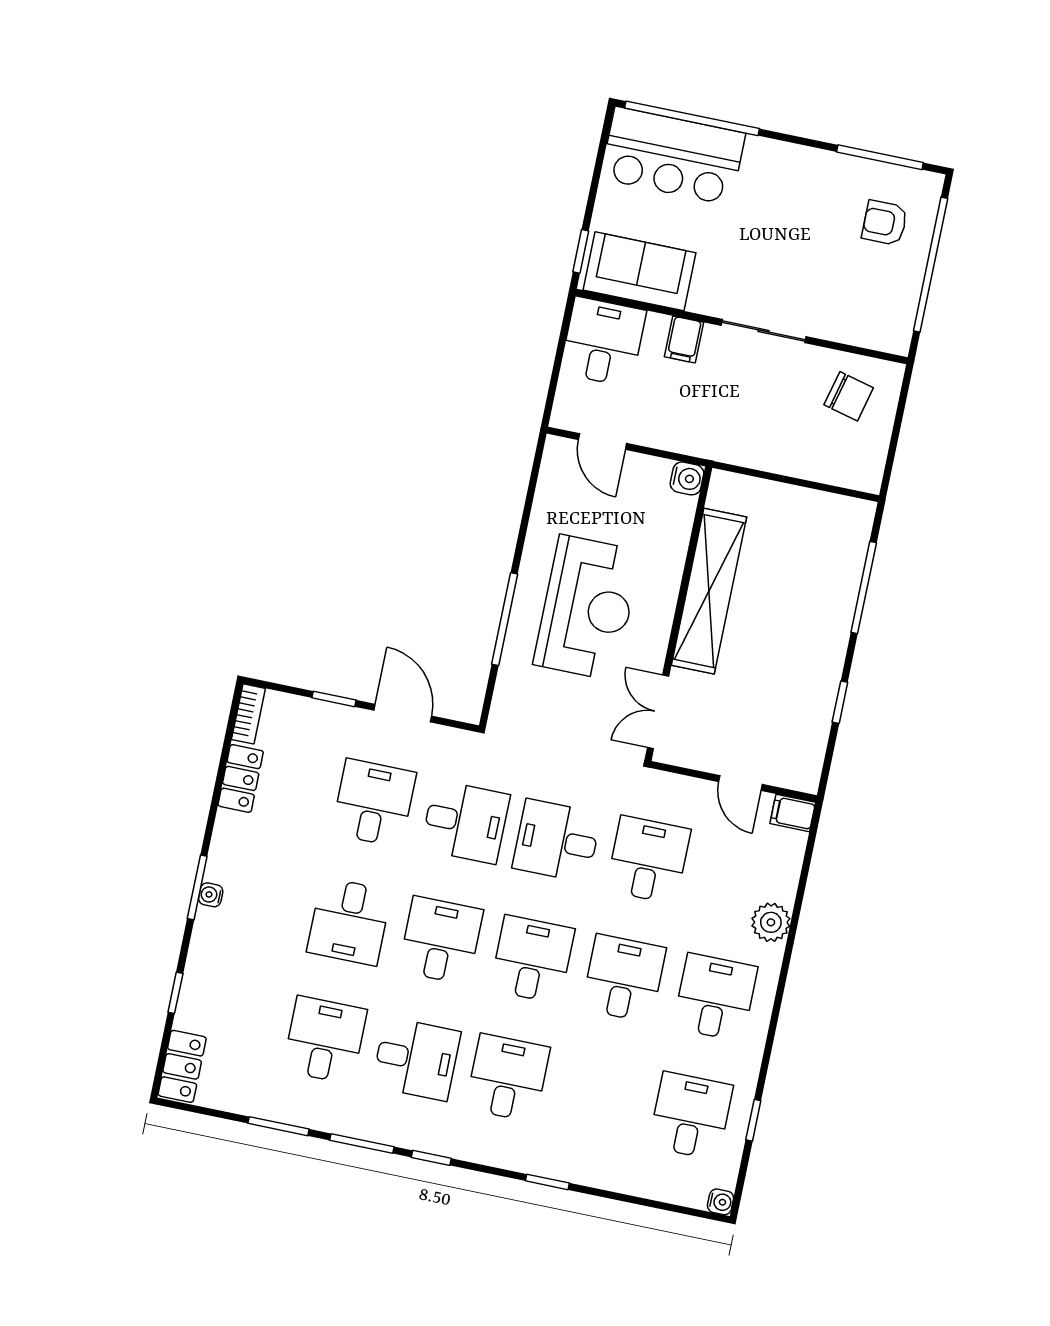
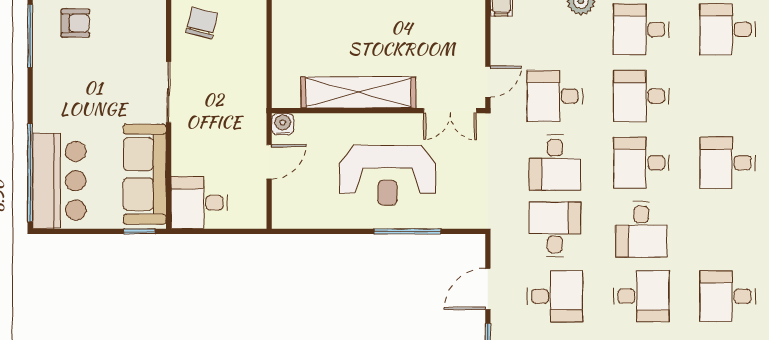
armchair: (885, 223) -> (75, 23), turned -90
sofa: (640, 271) -> (145, 174), width x1.36
filing cabinet: (684, 340) -> (186, 146), removed
door: (602, 442) -> (269, 162), moved
reception desk: (587, 608) -> (388, 175), turned 180
door: (740, 783) -> (488, 82), moved
desk: (374, 803) -> (555, 296), turned 180
desk: (441, 940) -> (641, 229), turned -90
desk: (416, 1059) -> (728, 229), removed

